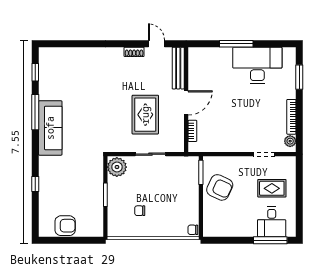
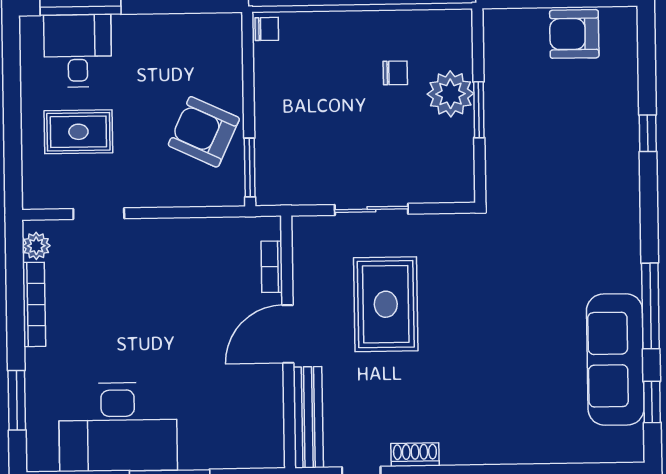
sofa: (50, 128) -> (615, 359), moved
plant: (117, 167) -> (450, 94), moved

